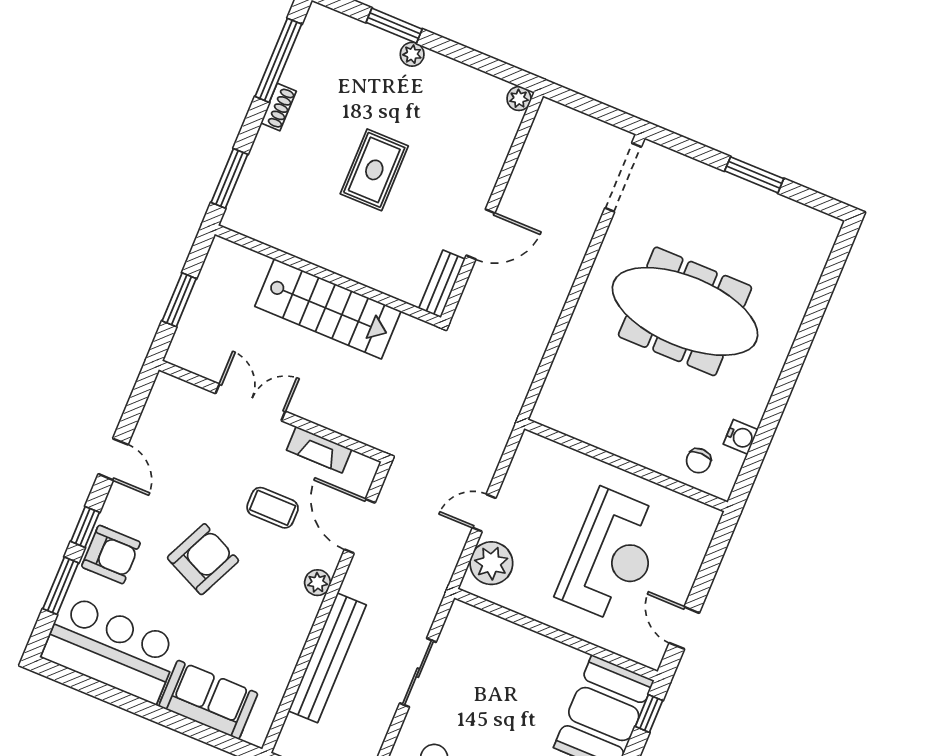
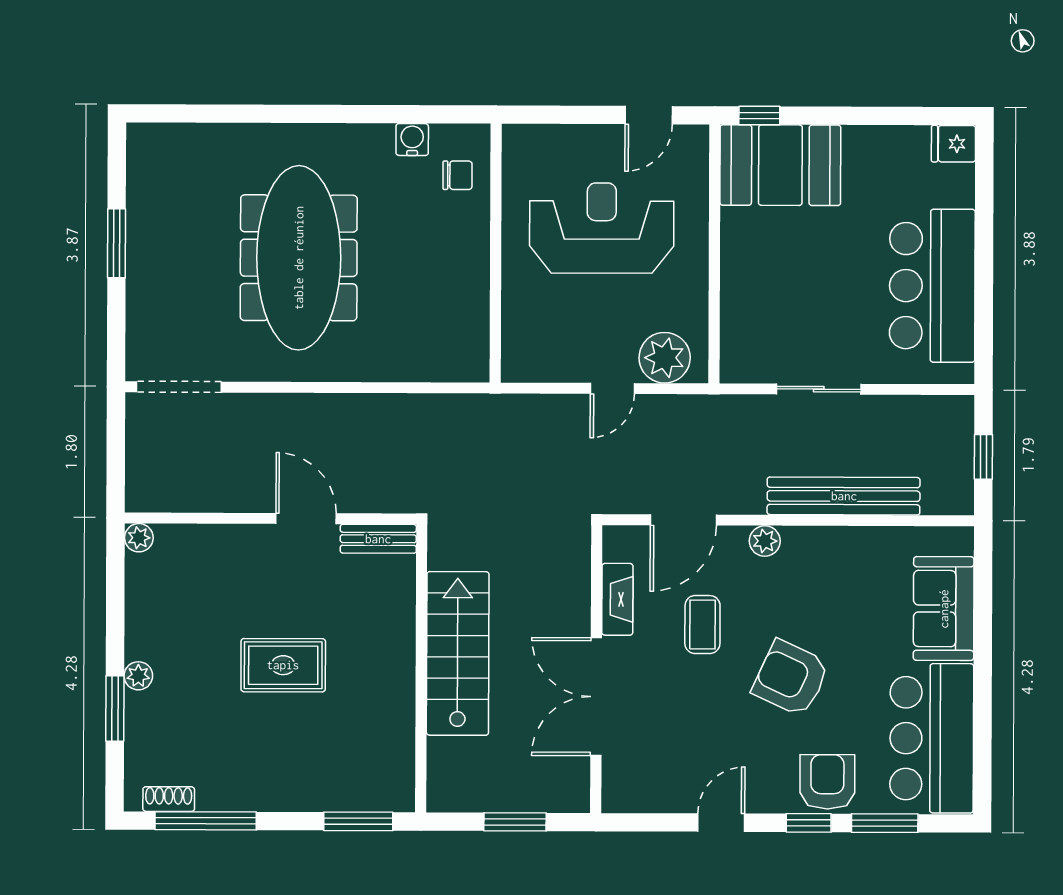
shoe rack: (279, 107) -> (169, 799), moved
double door: (250, 402) -> (596, 697), width x1.37
door: (484, 513) -> (612, 388), hinge flipped

